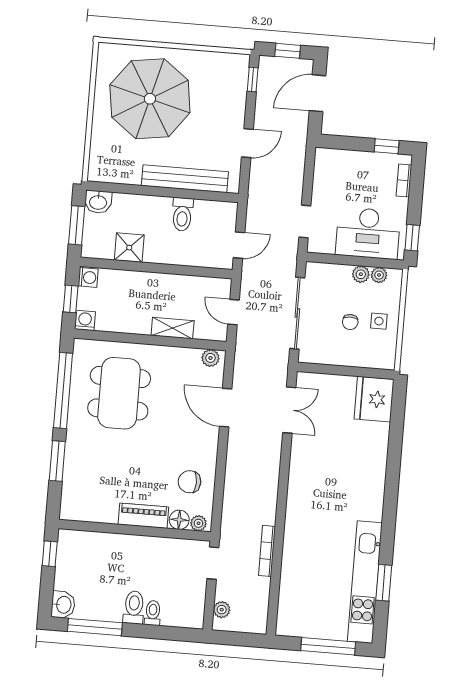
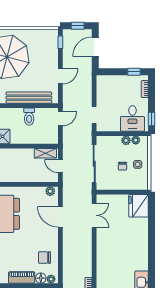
desk: (368, 233) -> (132, 118), width x0.73
door: (239, 245) -> (60, 119), moved
shelving: (173, 328) -> (45, 153), moved

